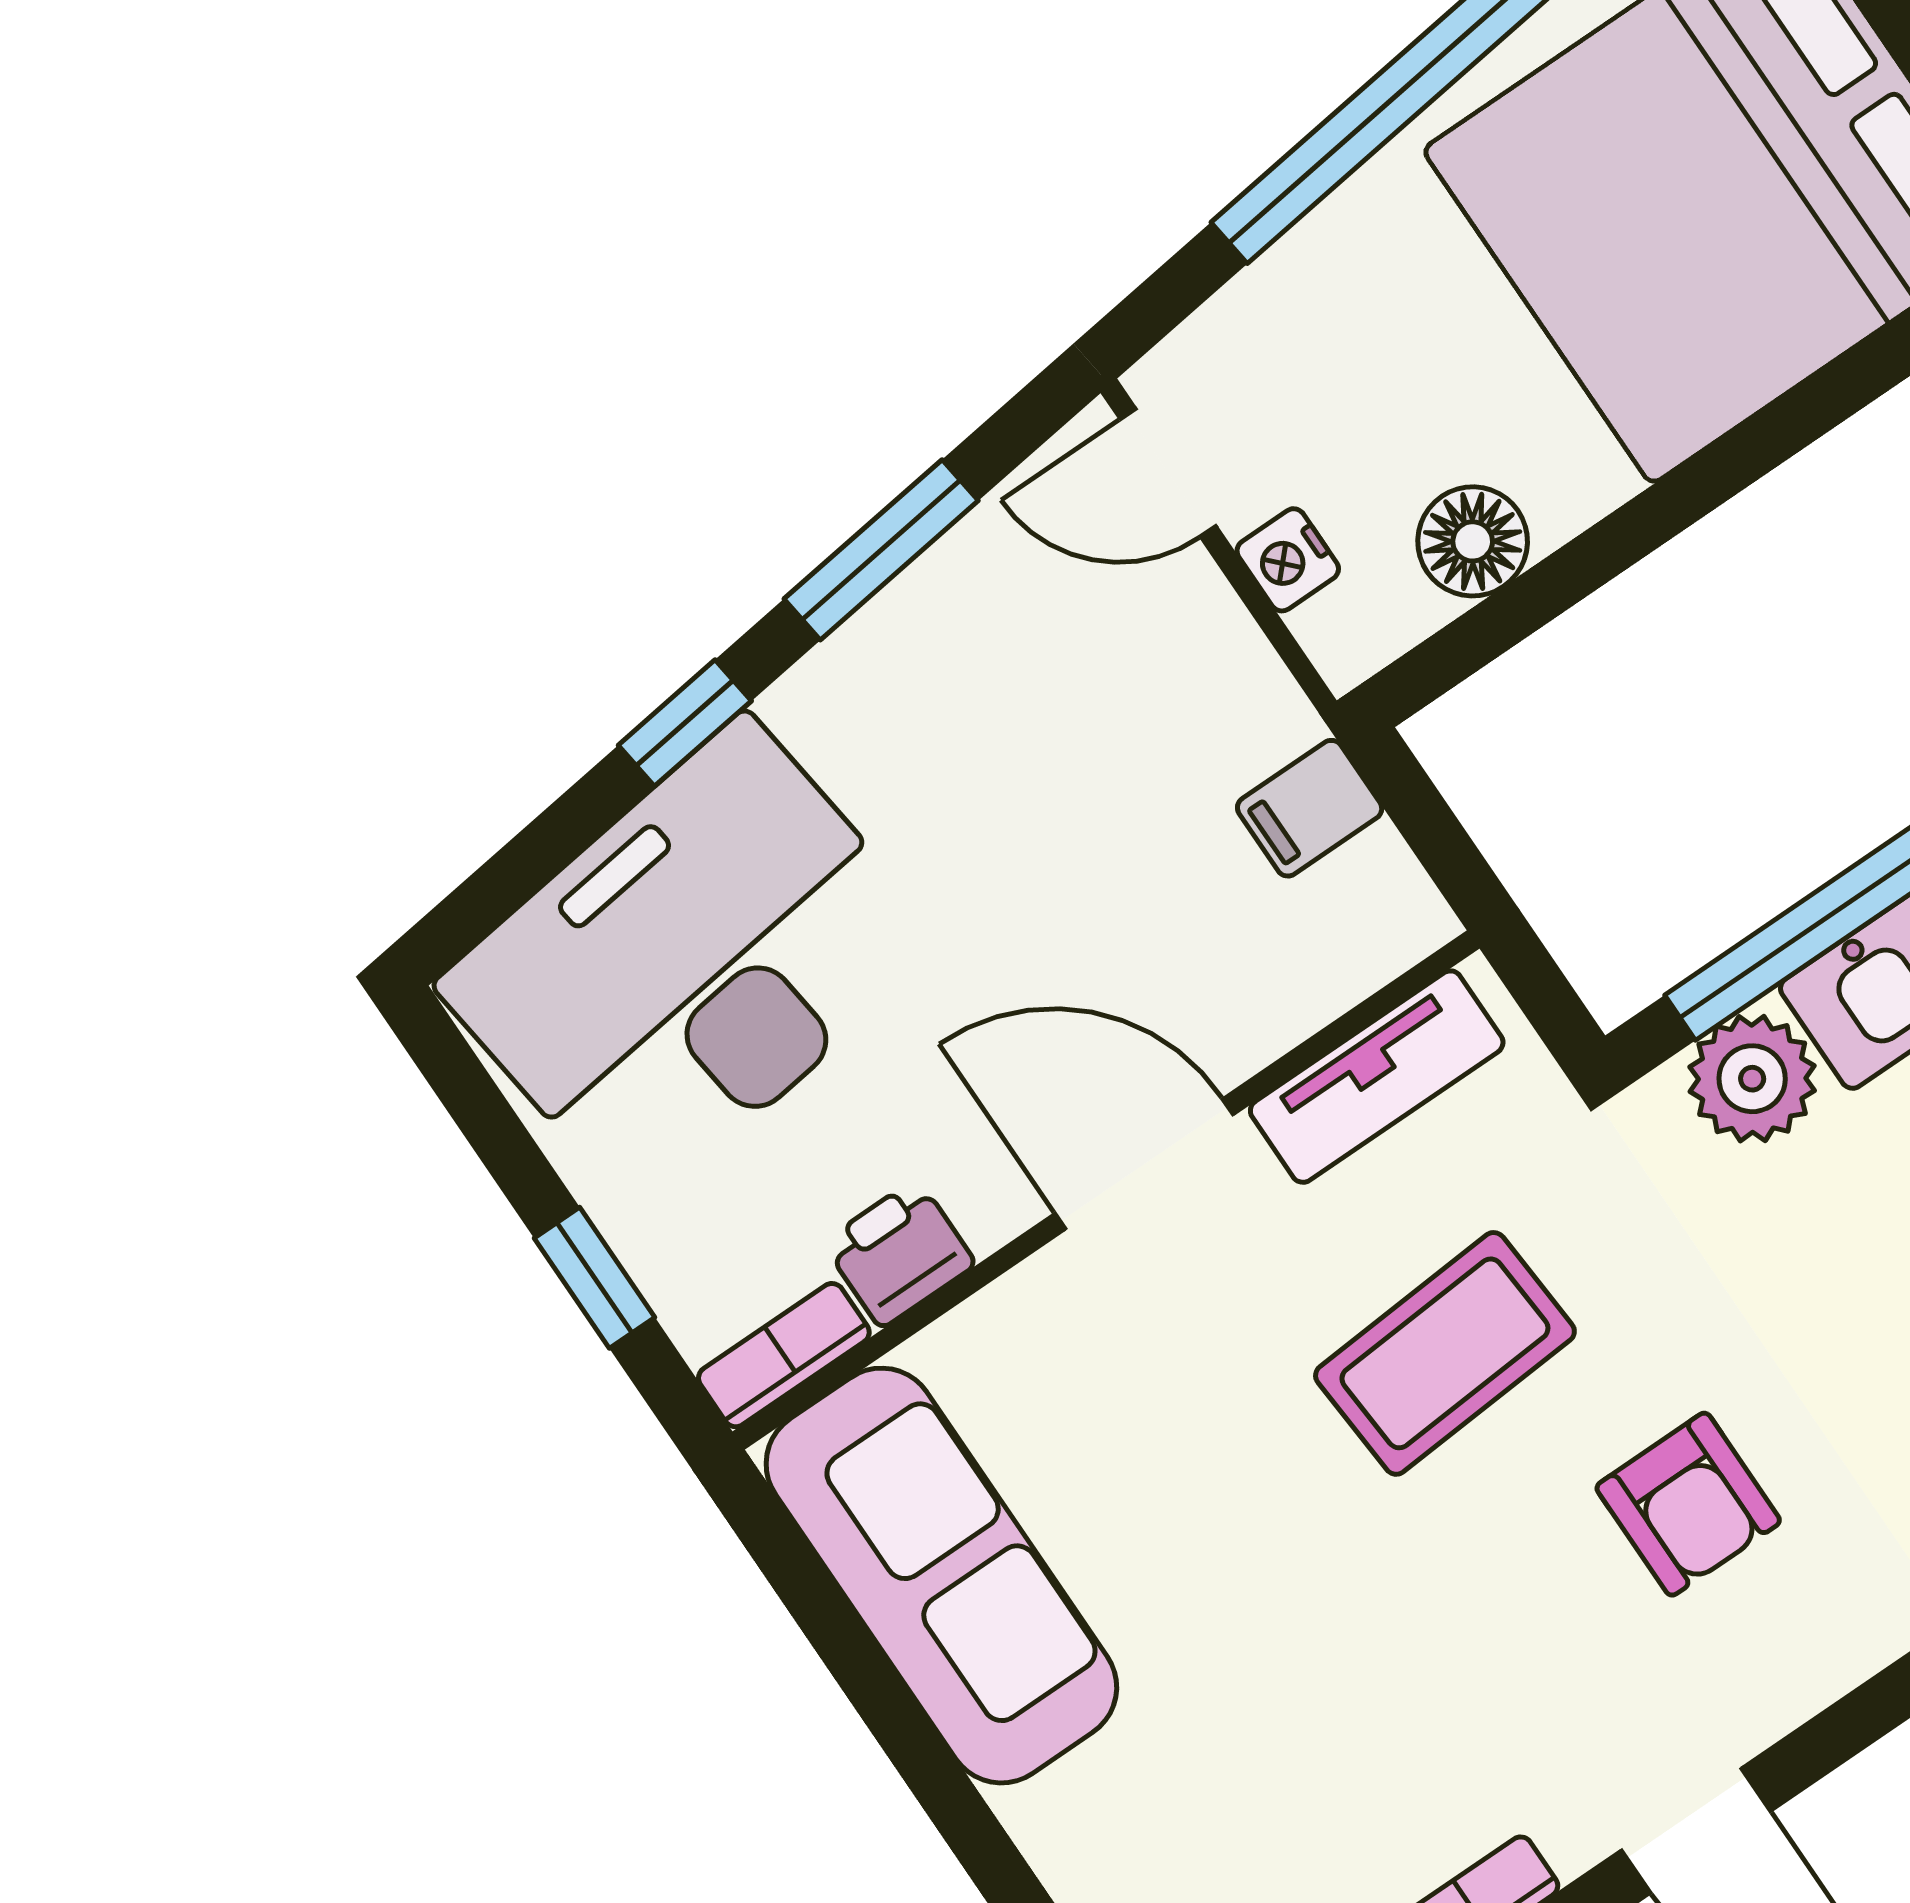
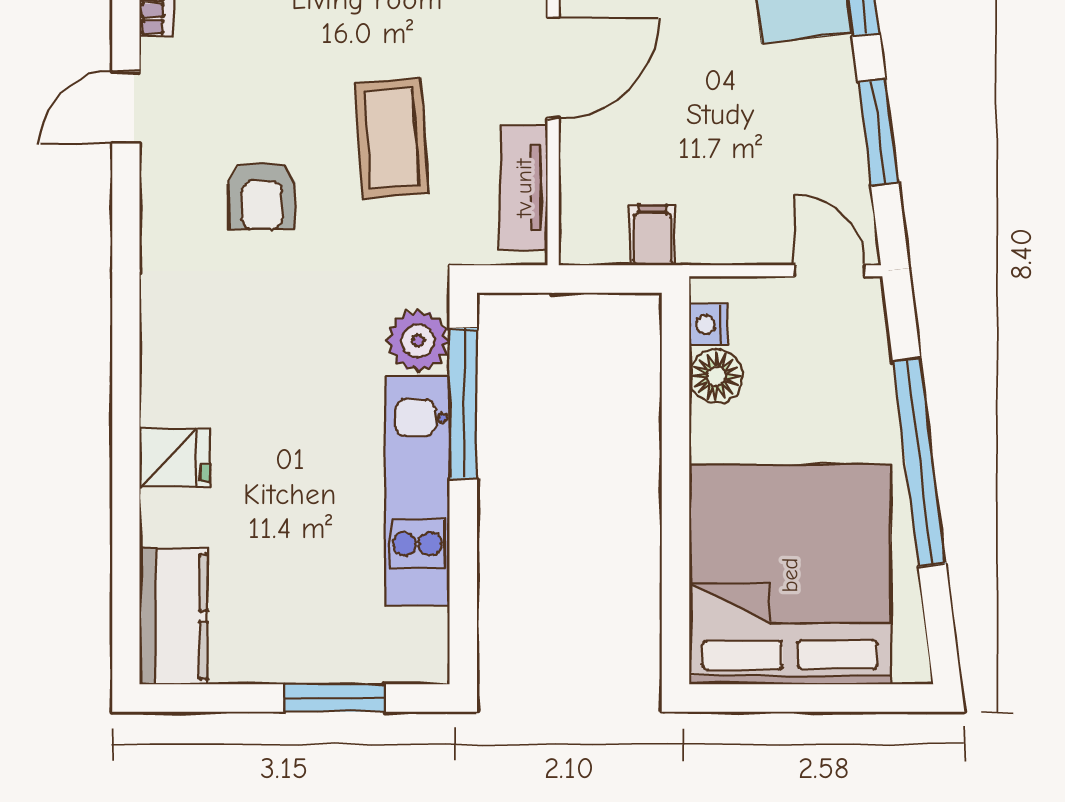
door: (1168, 473) -> (830, 271), hinge flipped
nightstand: (1288, 560) -> (708, 324), moved, turned -90
armchair: (1688, 1504) -> (262, 196), turned -90

